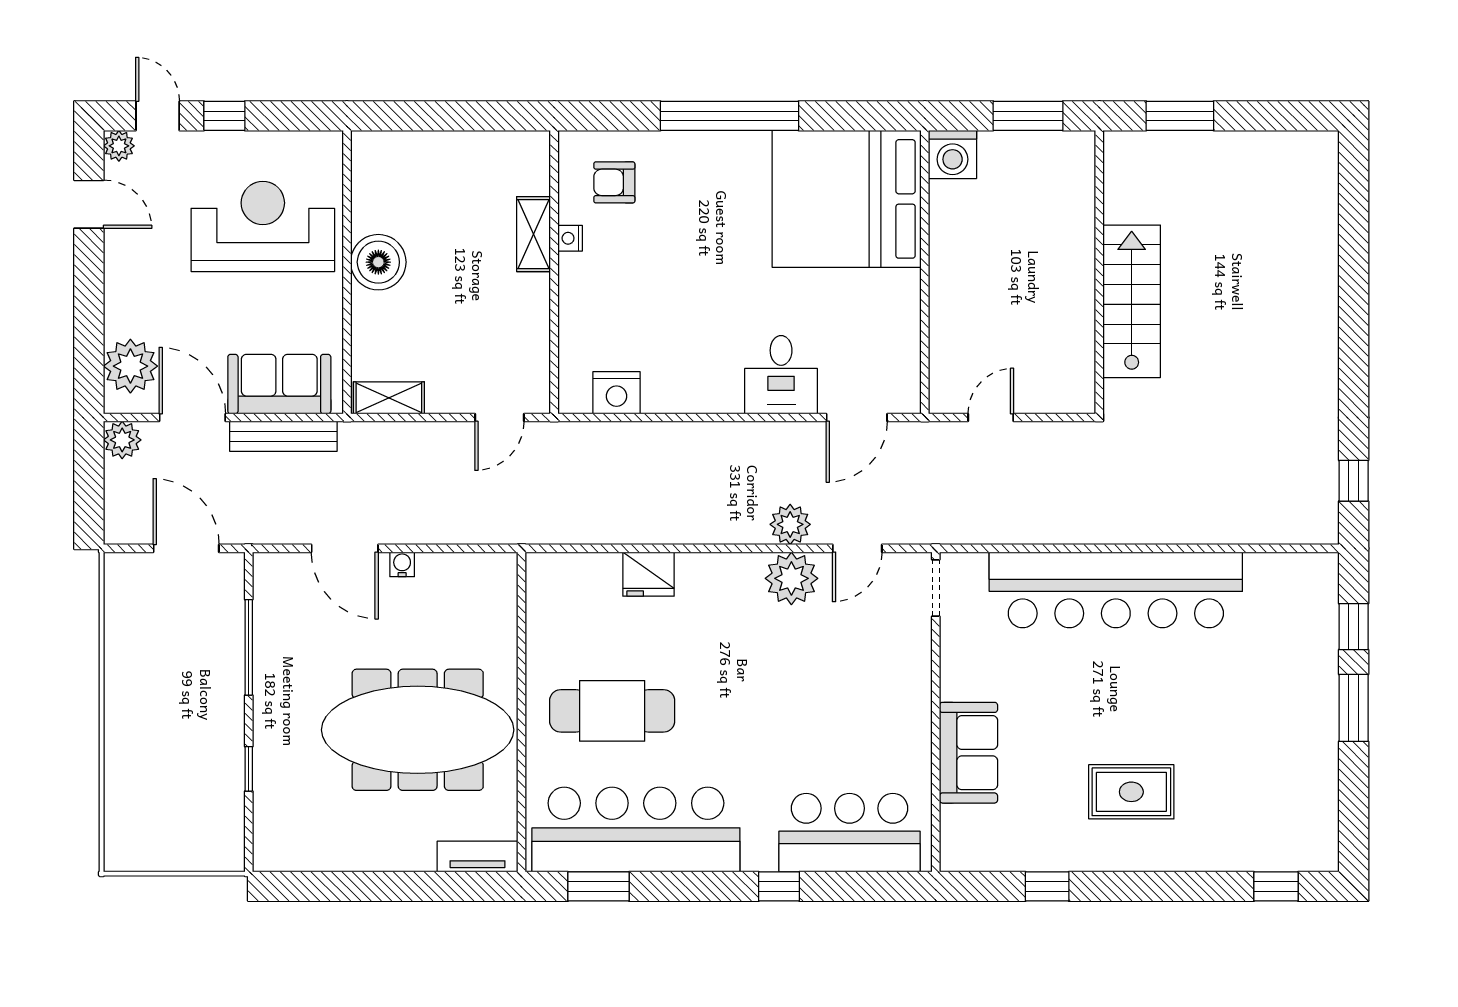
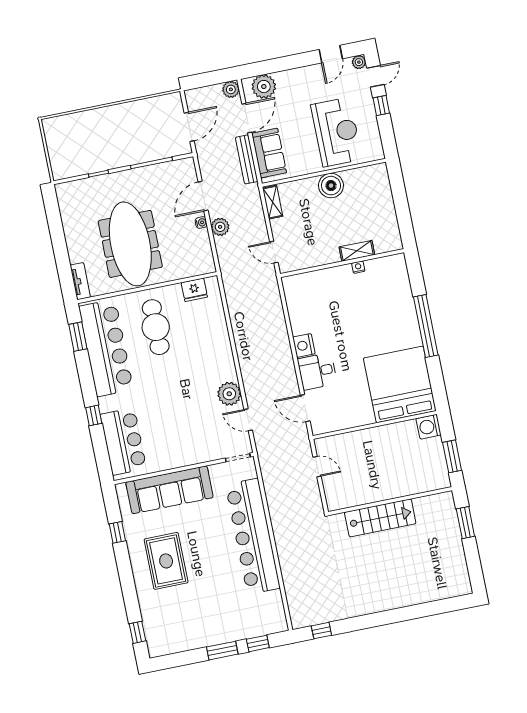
armchair: (614, 182) -> (387, 282), removed
nightstand: (617, 393) -> (304, 345), moved
plant: (790, 524) -> (220, 227), moved
fridge: (649, 574) -> (194, 290), moved, turned -90
sofa: (968, 753) -> (169, 490), width x1.85, depth x1.27
rug: (1131, 792) -> (166, 561), width x1.36, depth x1.43

